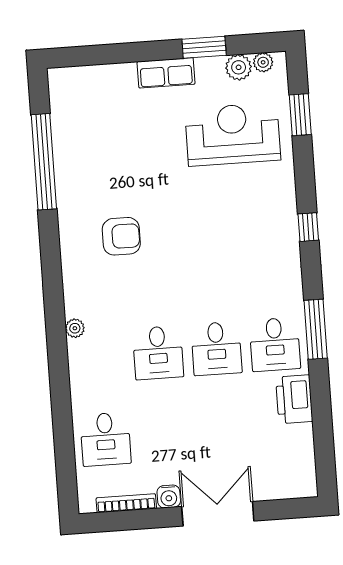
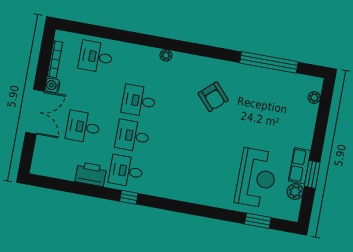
plant: (263, 62) -> (314, 97), moved
row of seats: (166, 73) -> (300, 166), moved
window: (308, 227) -> (190, 208), removed
armchair: (121, 236) -> (213, 97), turned -42
window: (316, 329) -> (129, 197), width x0.46
desk: (222, 431) -> (83, 127), added

